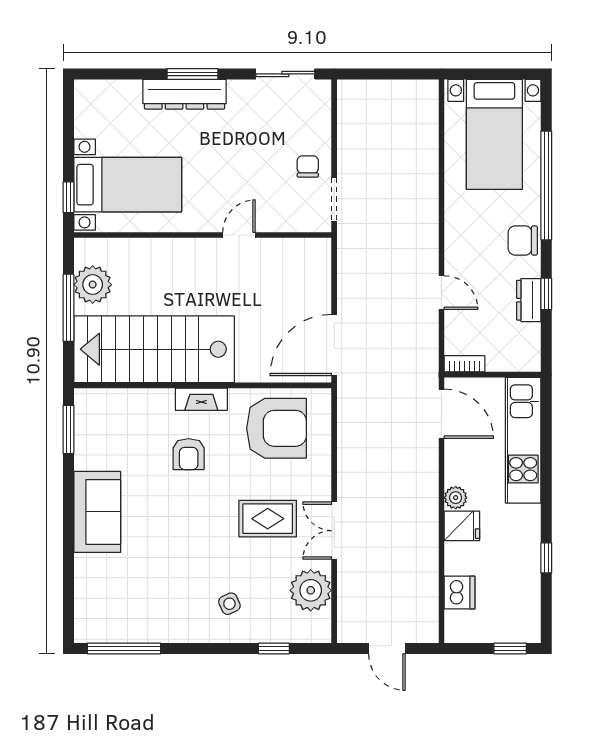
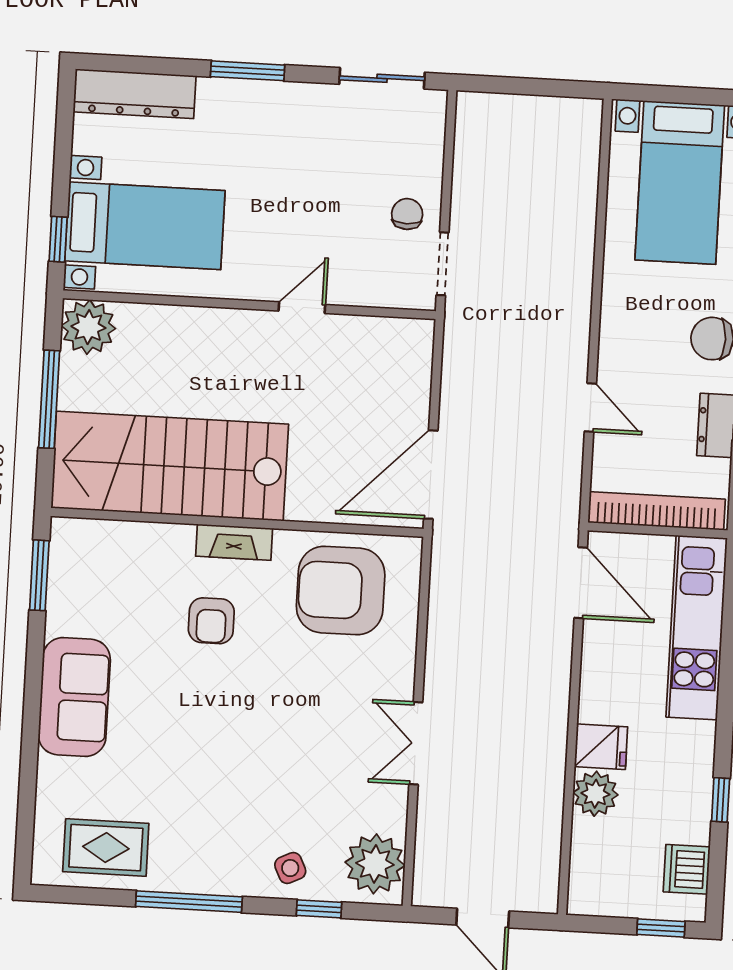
dresser: (185, 94) -> (135, 94), moved
plant: (93, 285) -> (88, 327), moved
bookcase: (464, 364) -> (657, 511), width x2.31, depth x1.31
armchair: (277, 428) -> (341, 591), turned 180
plant: (456, 498) -> (595, 794), moved, width x1.38, depth x1.38
rug: (268, 519) -> (106, 848), moved
plant: (311, 590) -> (375, 864), moved
dishwasher: (460, 593) -> (687, 869), moved, turned 180
side table: (229, 604) -> (290, 868), moved
window: (124, 648) -> (189, 902), moved

